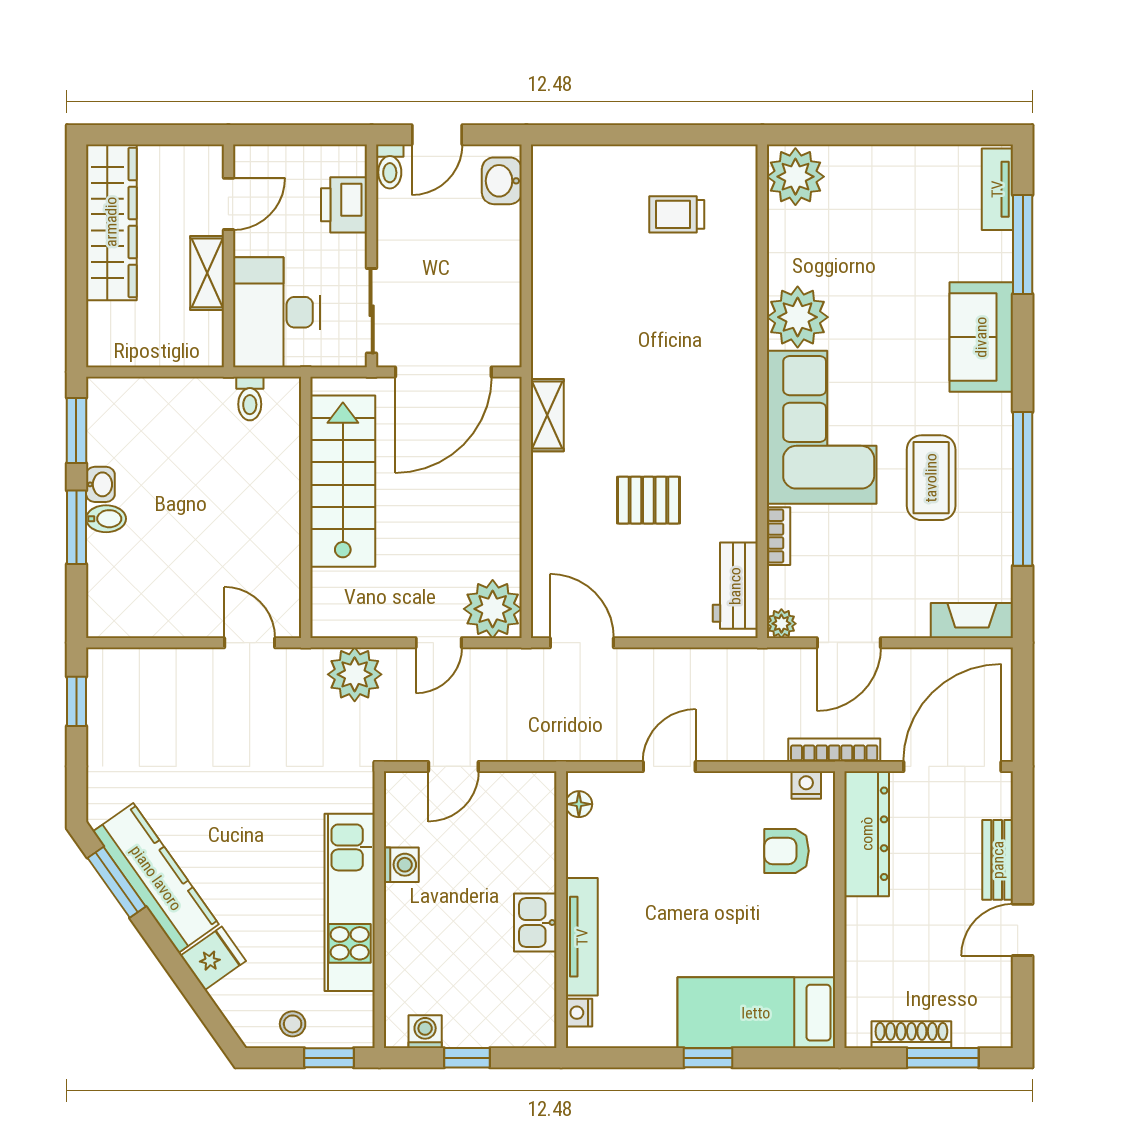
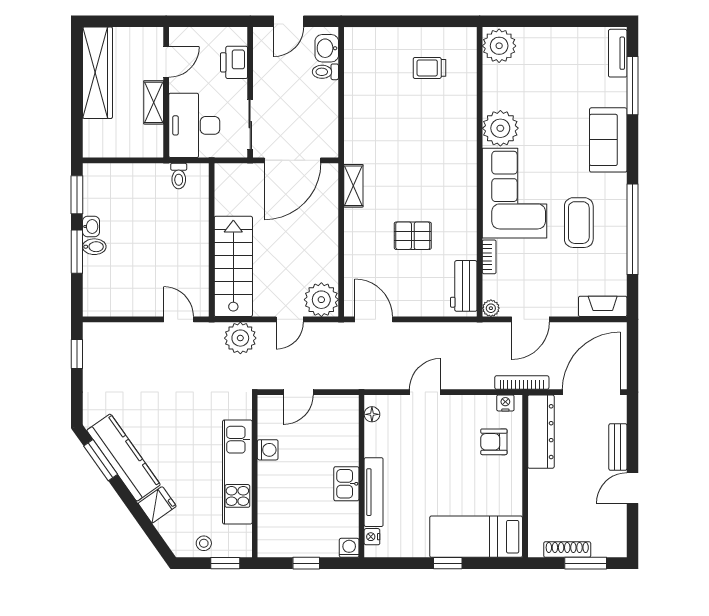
toilet: (390, 167) -> (325, 72), moved, turned 90
stairs: (343, 481) -> (233, 266), moved
washing machine: (425, 1032) -> (349, 548), moved

